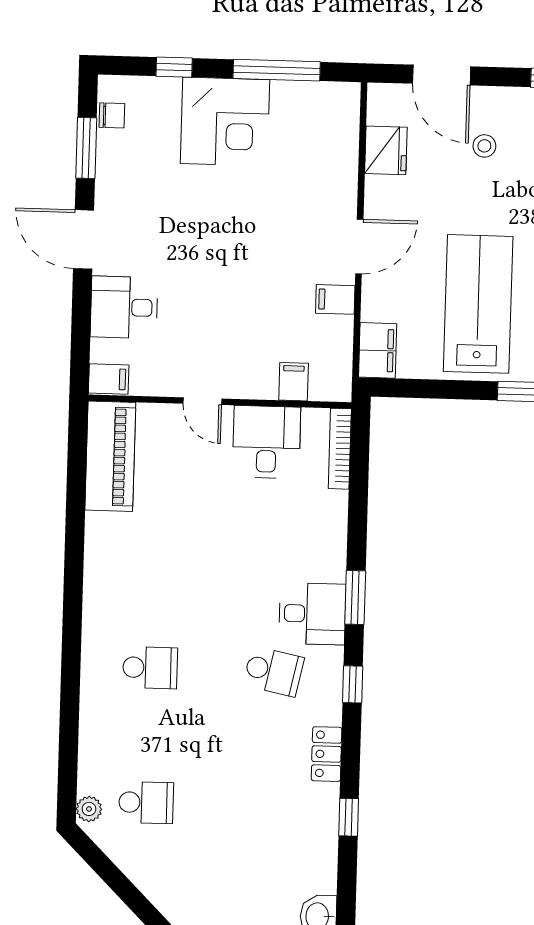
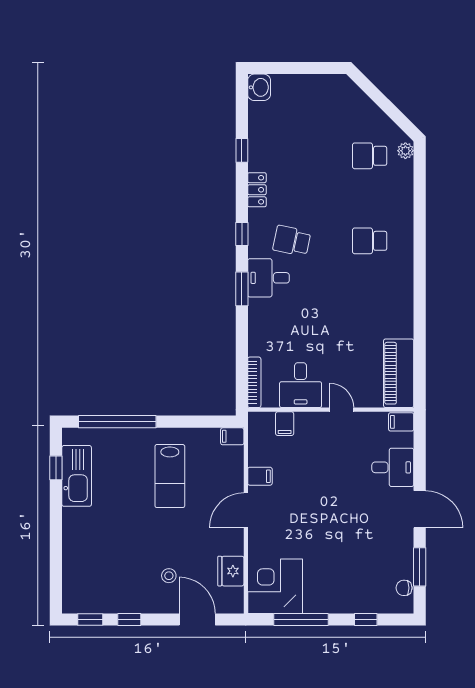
corner desk: (225, 122) -> (275, 586), moved
lab bench: (478, 304) -> (170, 476), width x0.73, depth x0.72
filing cabinet: (378, 350) -> (232, 436), width x0.50

